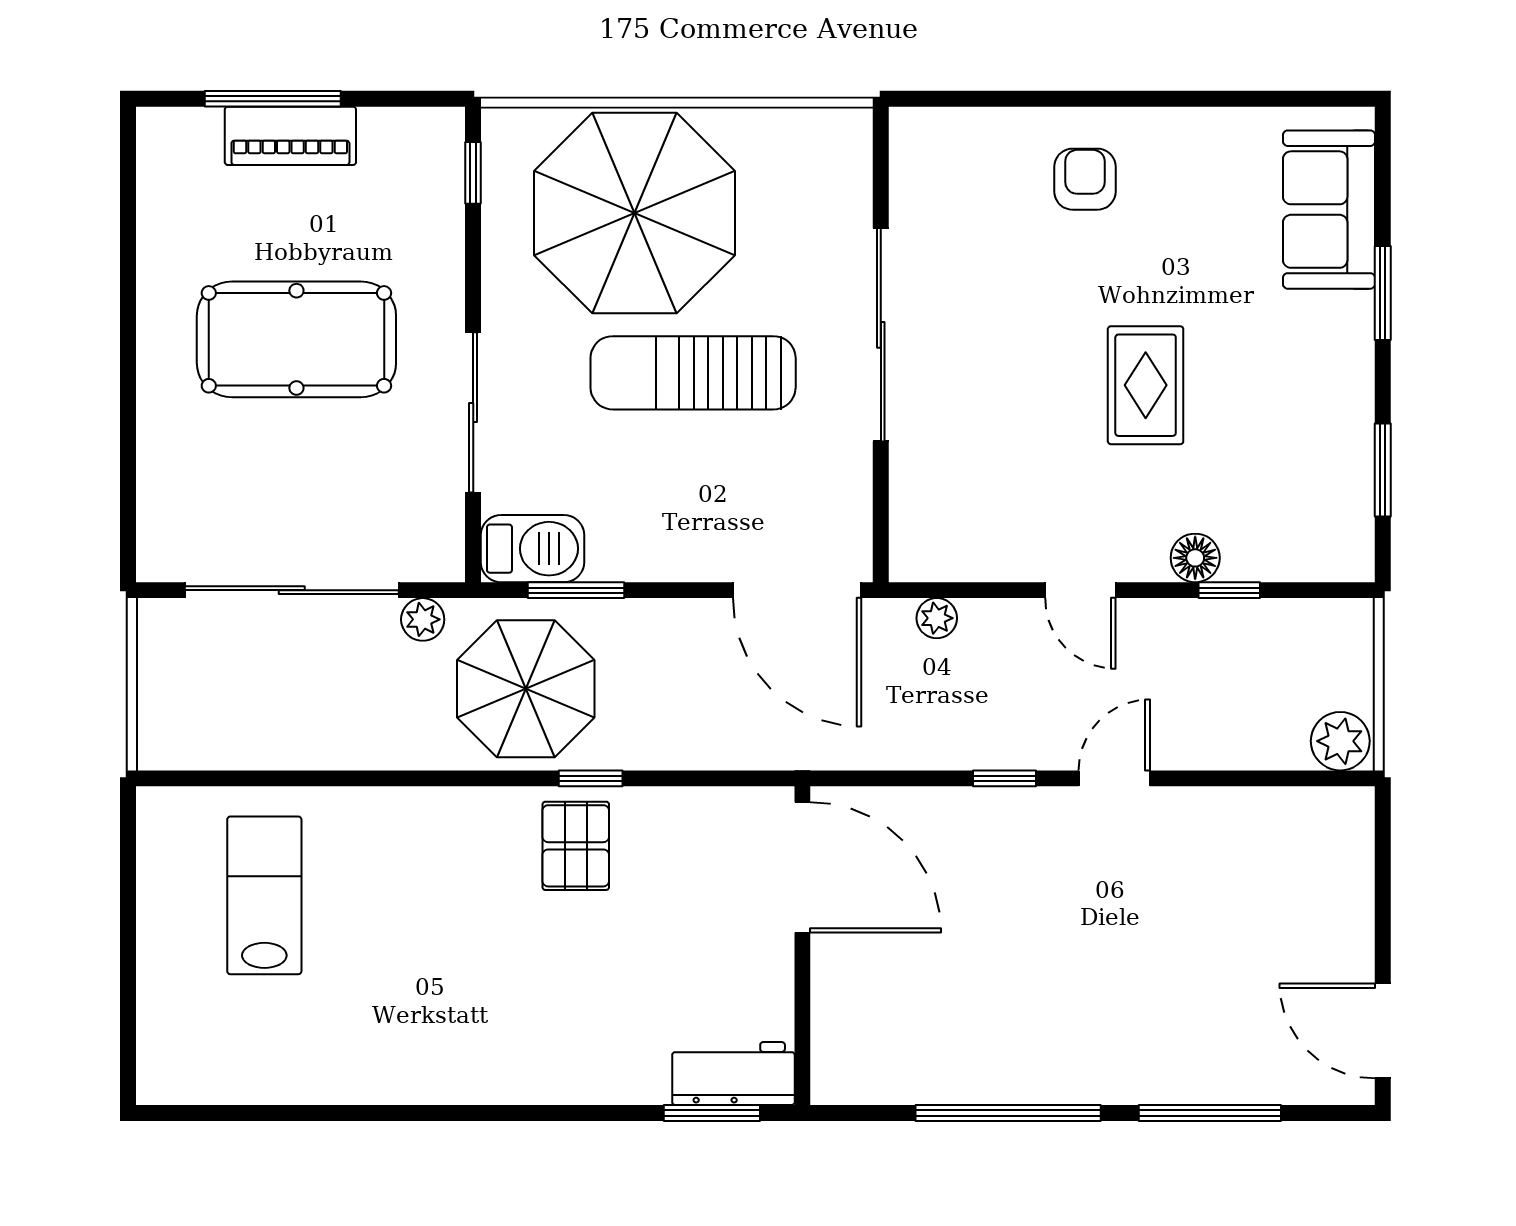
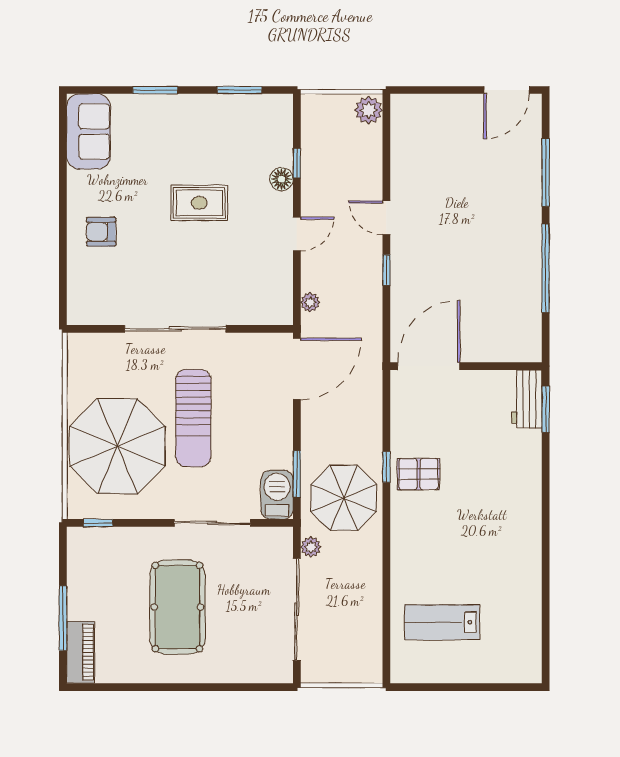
piano: (290, 136) -> (81, 652), moved
sofa: (1329, 210) -> (88, 131), moved, turned -90

